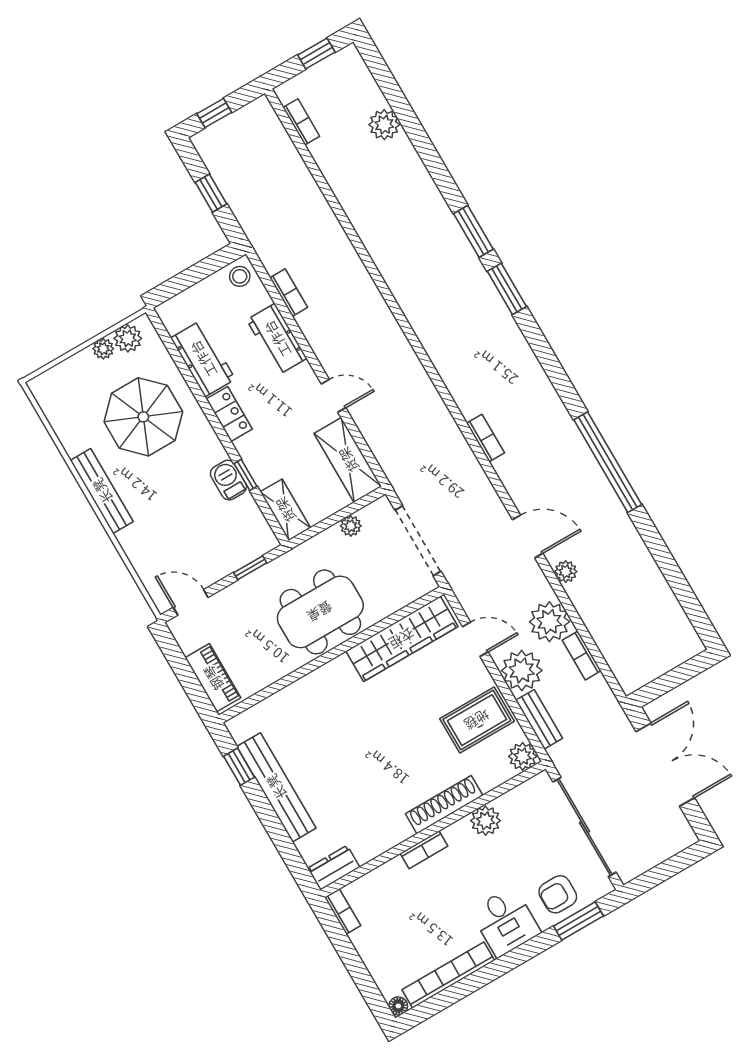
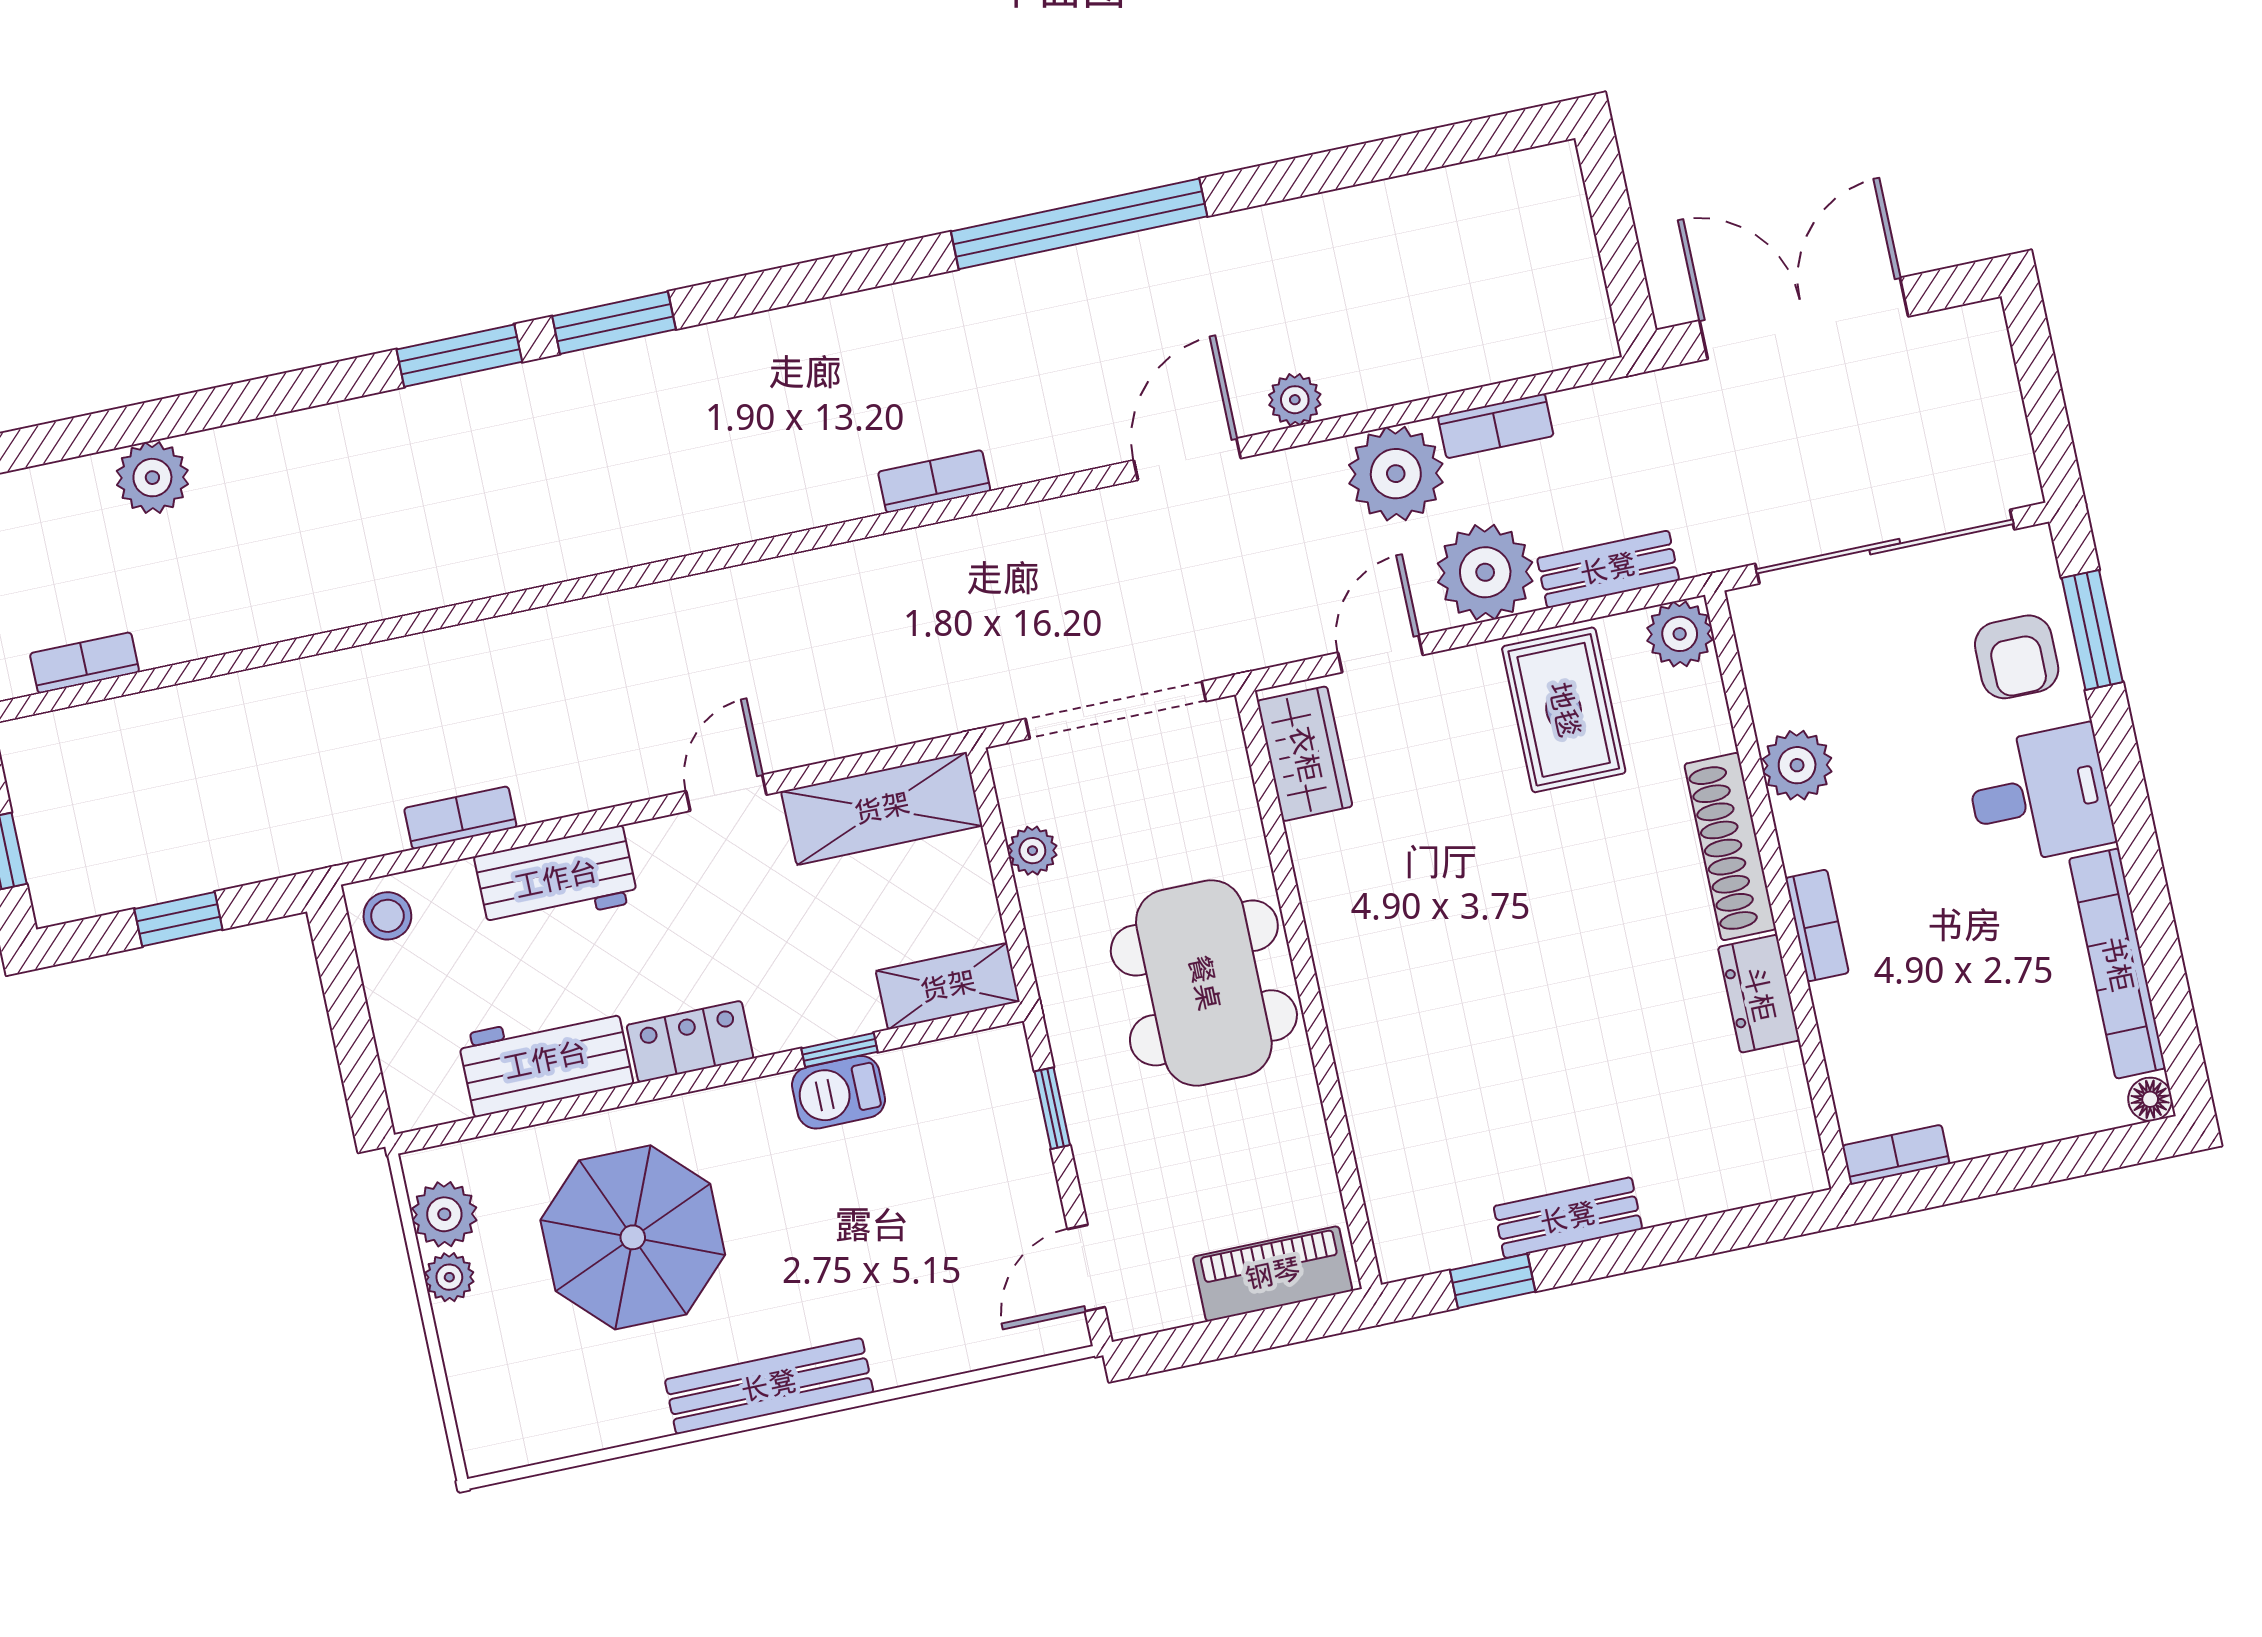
wardrobe: (402, 639) -> (1305, 754), width x0.48, depth x0.85
bench: (276, 787) -> (1568, 1218), width x0.54, depth x0.82
dresser: (334, 868) -> (1759, 994), moved

